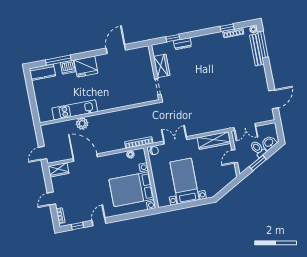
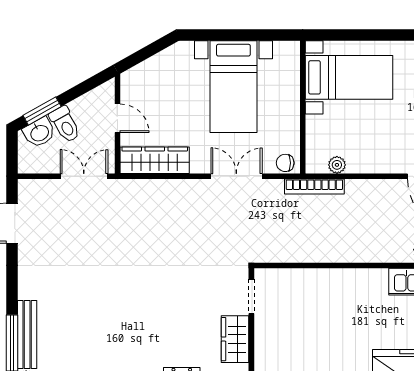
double door: (175, 140) -> (236, 176), swing flipped
door: (235, 156) -> (117, 118), hinge flipped
window: (258, 163) -> (42, 111), moved
bed with nightstands: (131, 189) -> (349, 77), width x0.73

